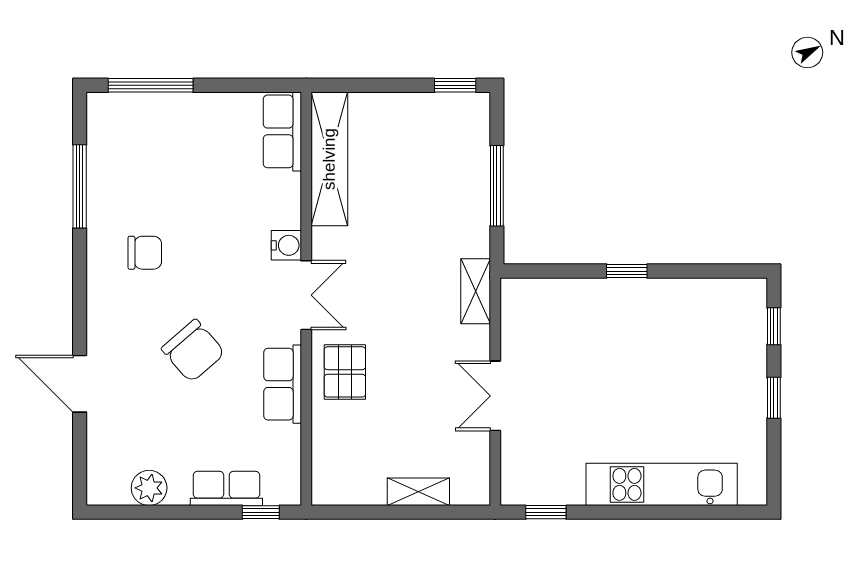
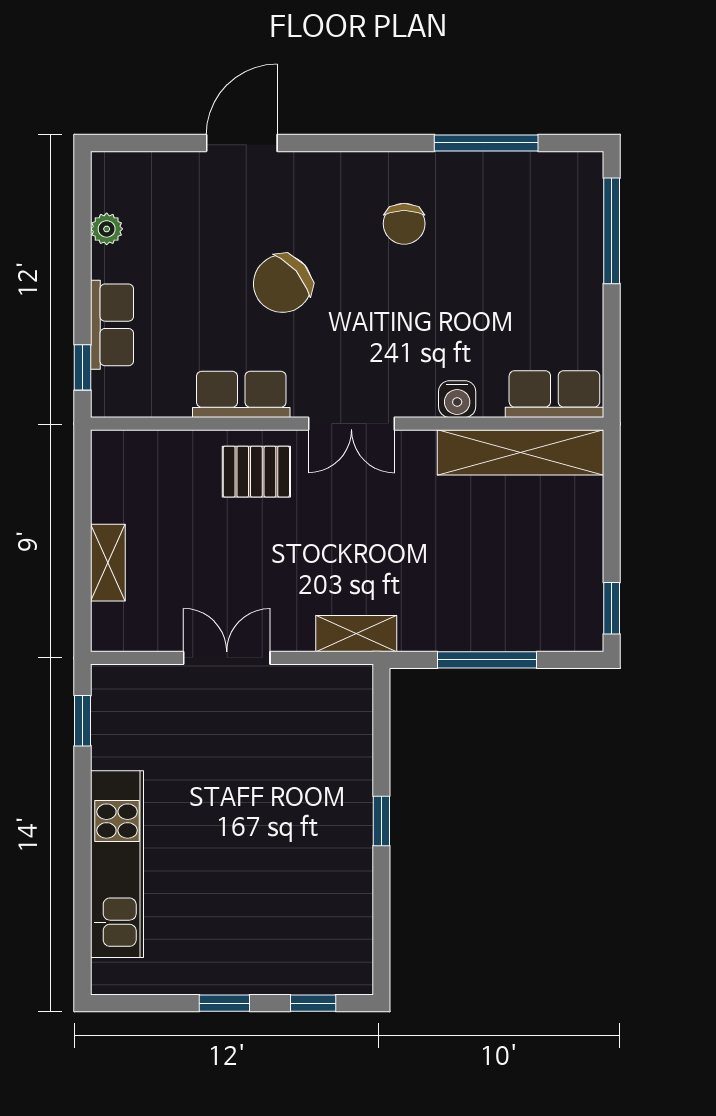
water cooler: (286, 245) -> (457, 399), moved
plant: (149, 488) -> (107, 229), width x0.73, depth x0.73

